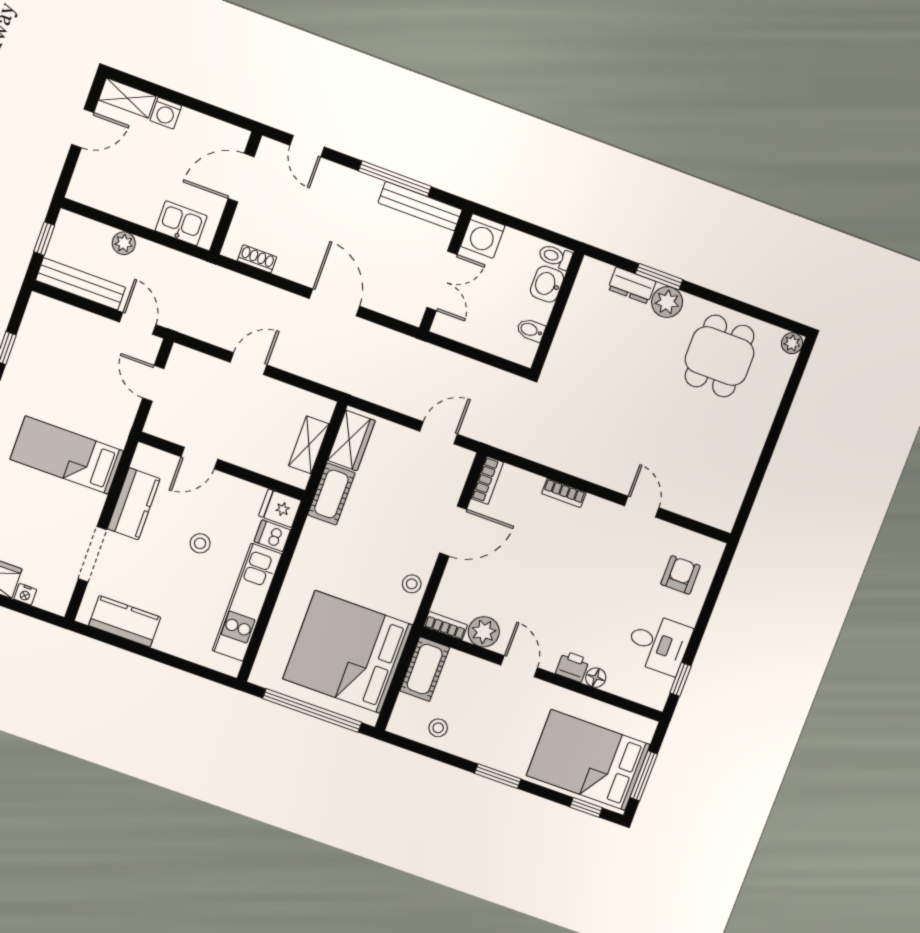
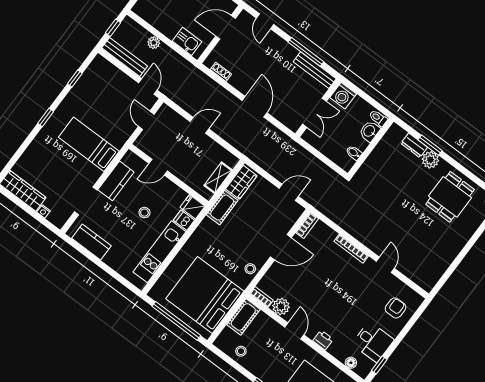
bookcase: (564, 493) -> (351, 249), width x1.56
floor lamp: (596, 678) -> (351, 363), moved

